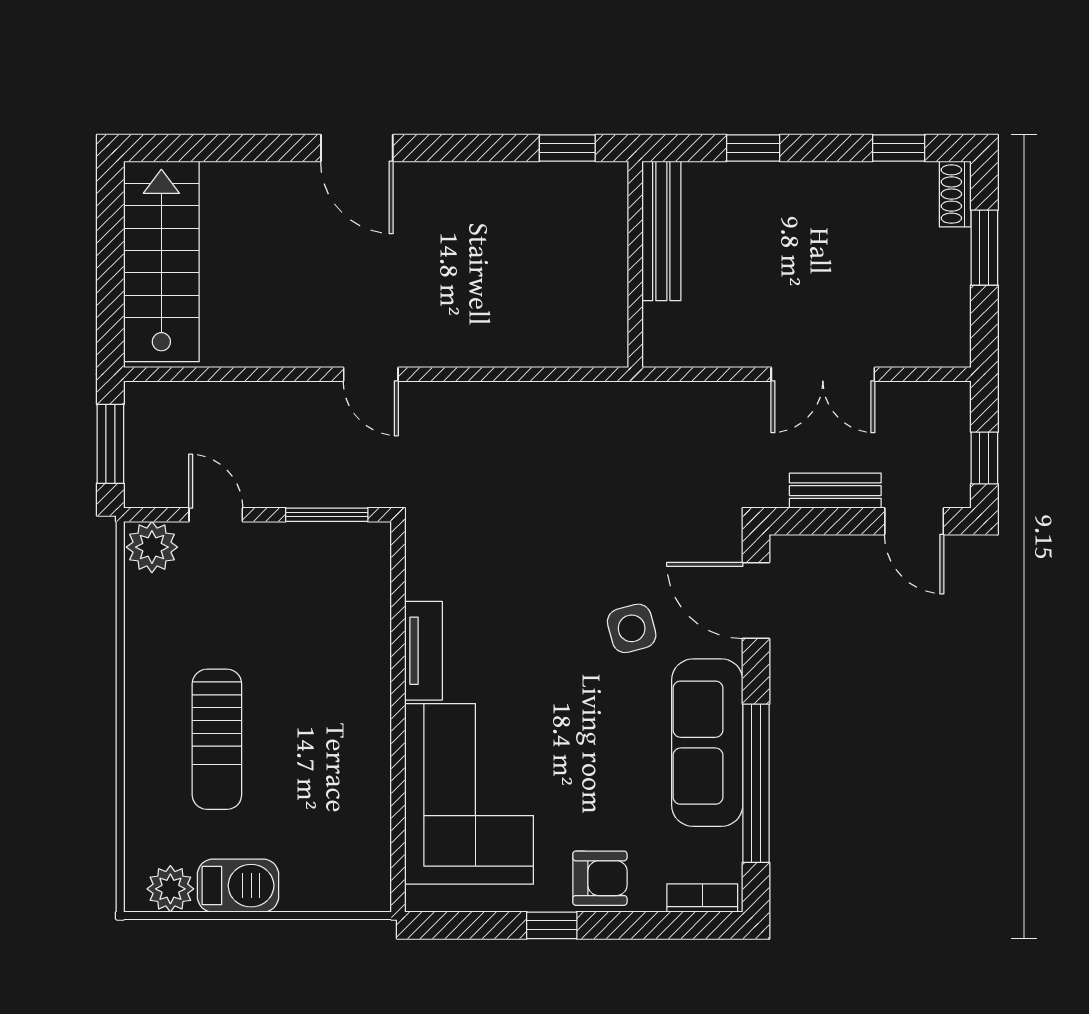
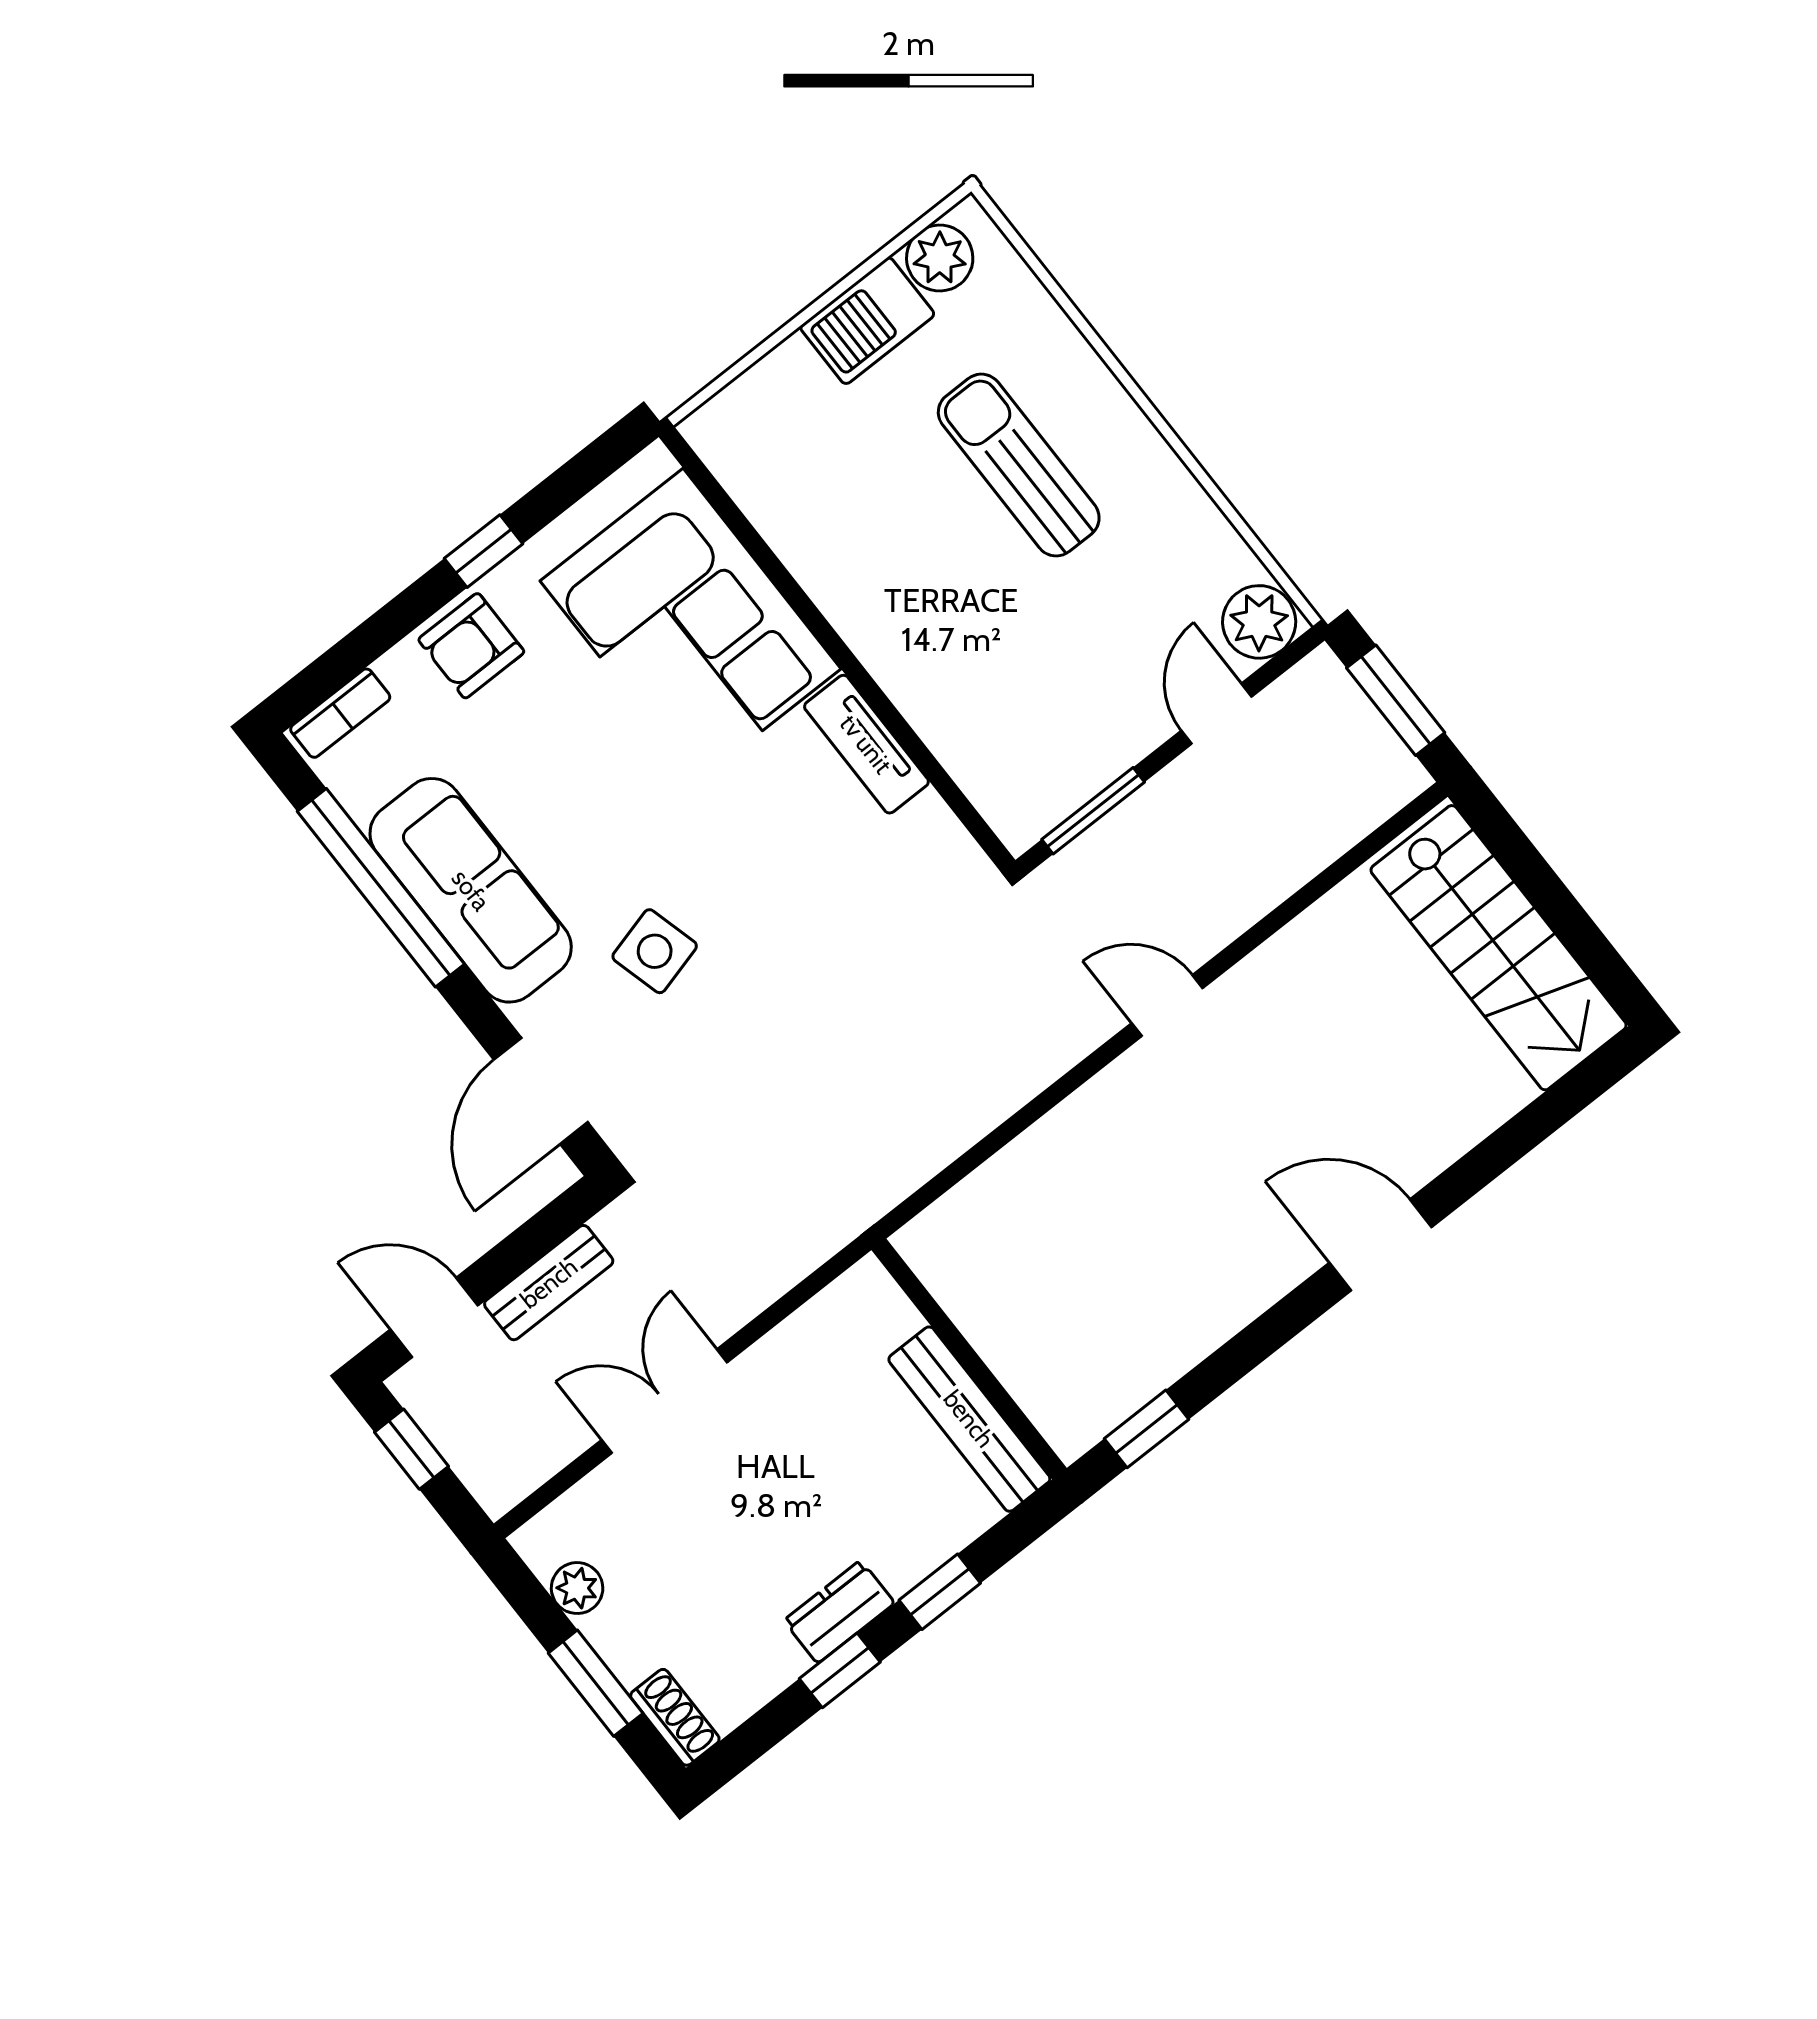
window: (899, 148) -> (840, 1670), moved
dresser: (818, 181) -> (839, 1612), added
plant: (953, 309) -> (577, 1588), added
door: (216, 515) -> (1217, 714), swing flipped
door: (756, 601) -> (541, 1091), swing flipped

